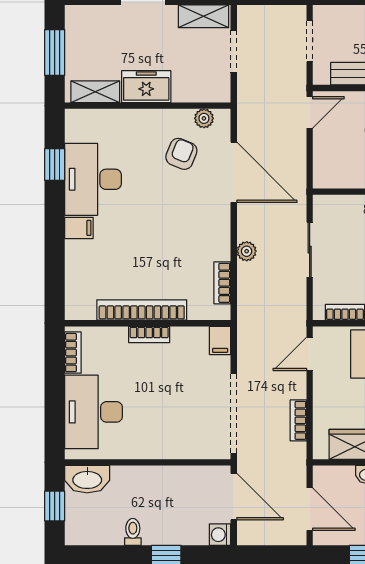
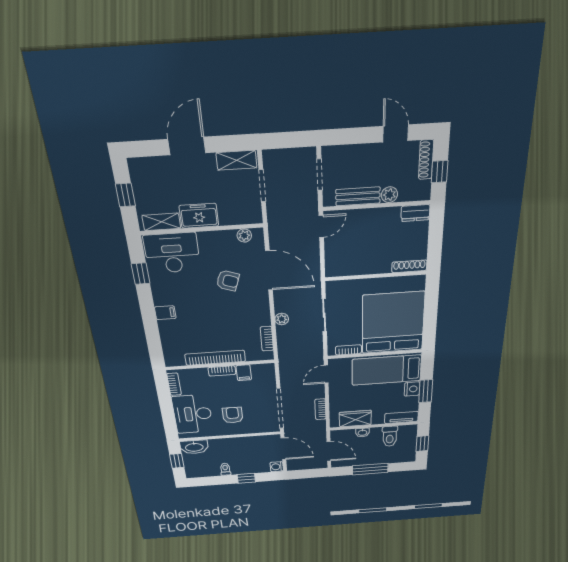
window: (55, 52) -> (125, 195), width x0.67
armchair: (181, 154) -> (228, 281), moved, turned 87
desk: (93, 179) -> (172, 253), moved, turned 90
filing cabinet: (220, 340) -> (244, 373), moved
armchair: (157, 420) -> (233, 415), added

